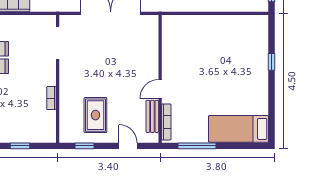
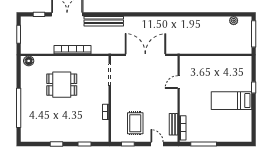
door: (160, 89) -> (179, 82), moved
bed: (239, 129) -> (232, 101), moved

